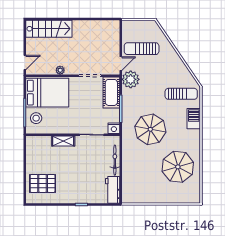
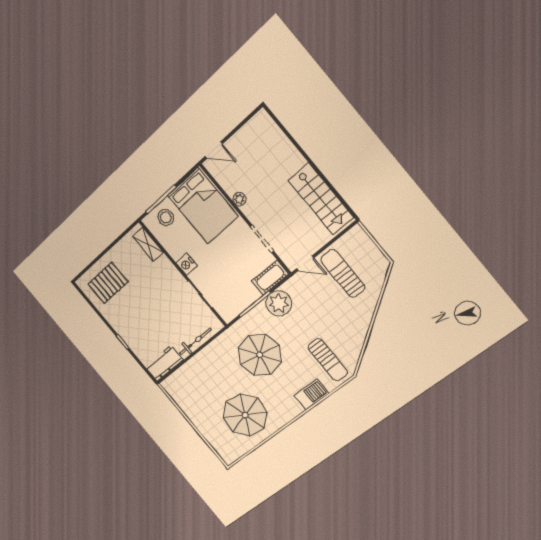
stairs: (49, 29) -> (321, 199), moved
plant: (131, 79) -> (279, 303), moved
cot: (111, 92) -> (270, 278), width x0.73, depth x0.75
nightstand: (114, 128) -> (187, 264), moved
shelving: (63, 141) -> (148, 244), moved
pallet: (43, 183) -> (108, 283), turned 90

